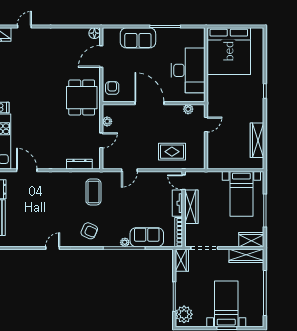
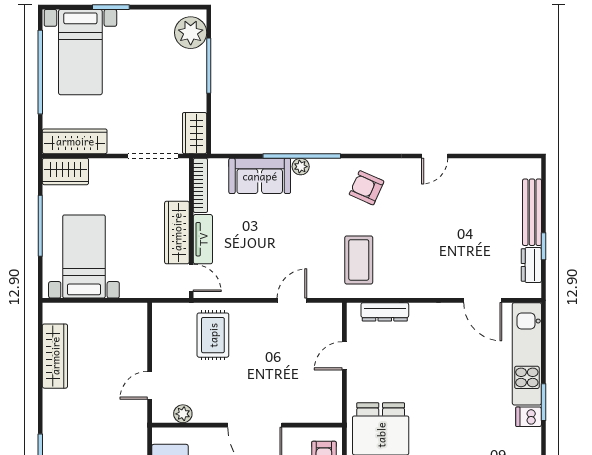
plant: (107, 121) -> (333, 391), removed
rug: (172, 152) -> (213, 335), turned 90
bed with nightstands: (226, 304) -> (80, 52), moved

